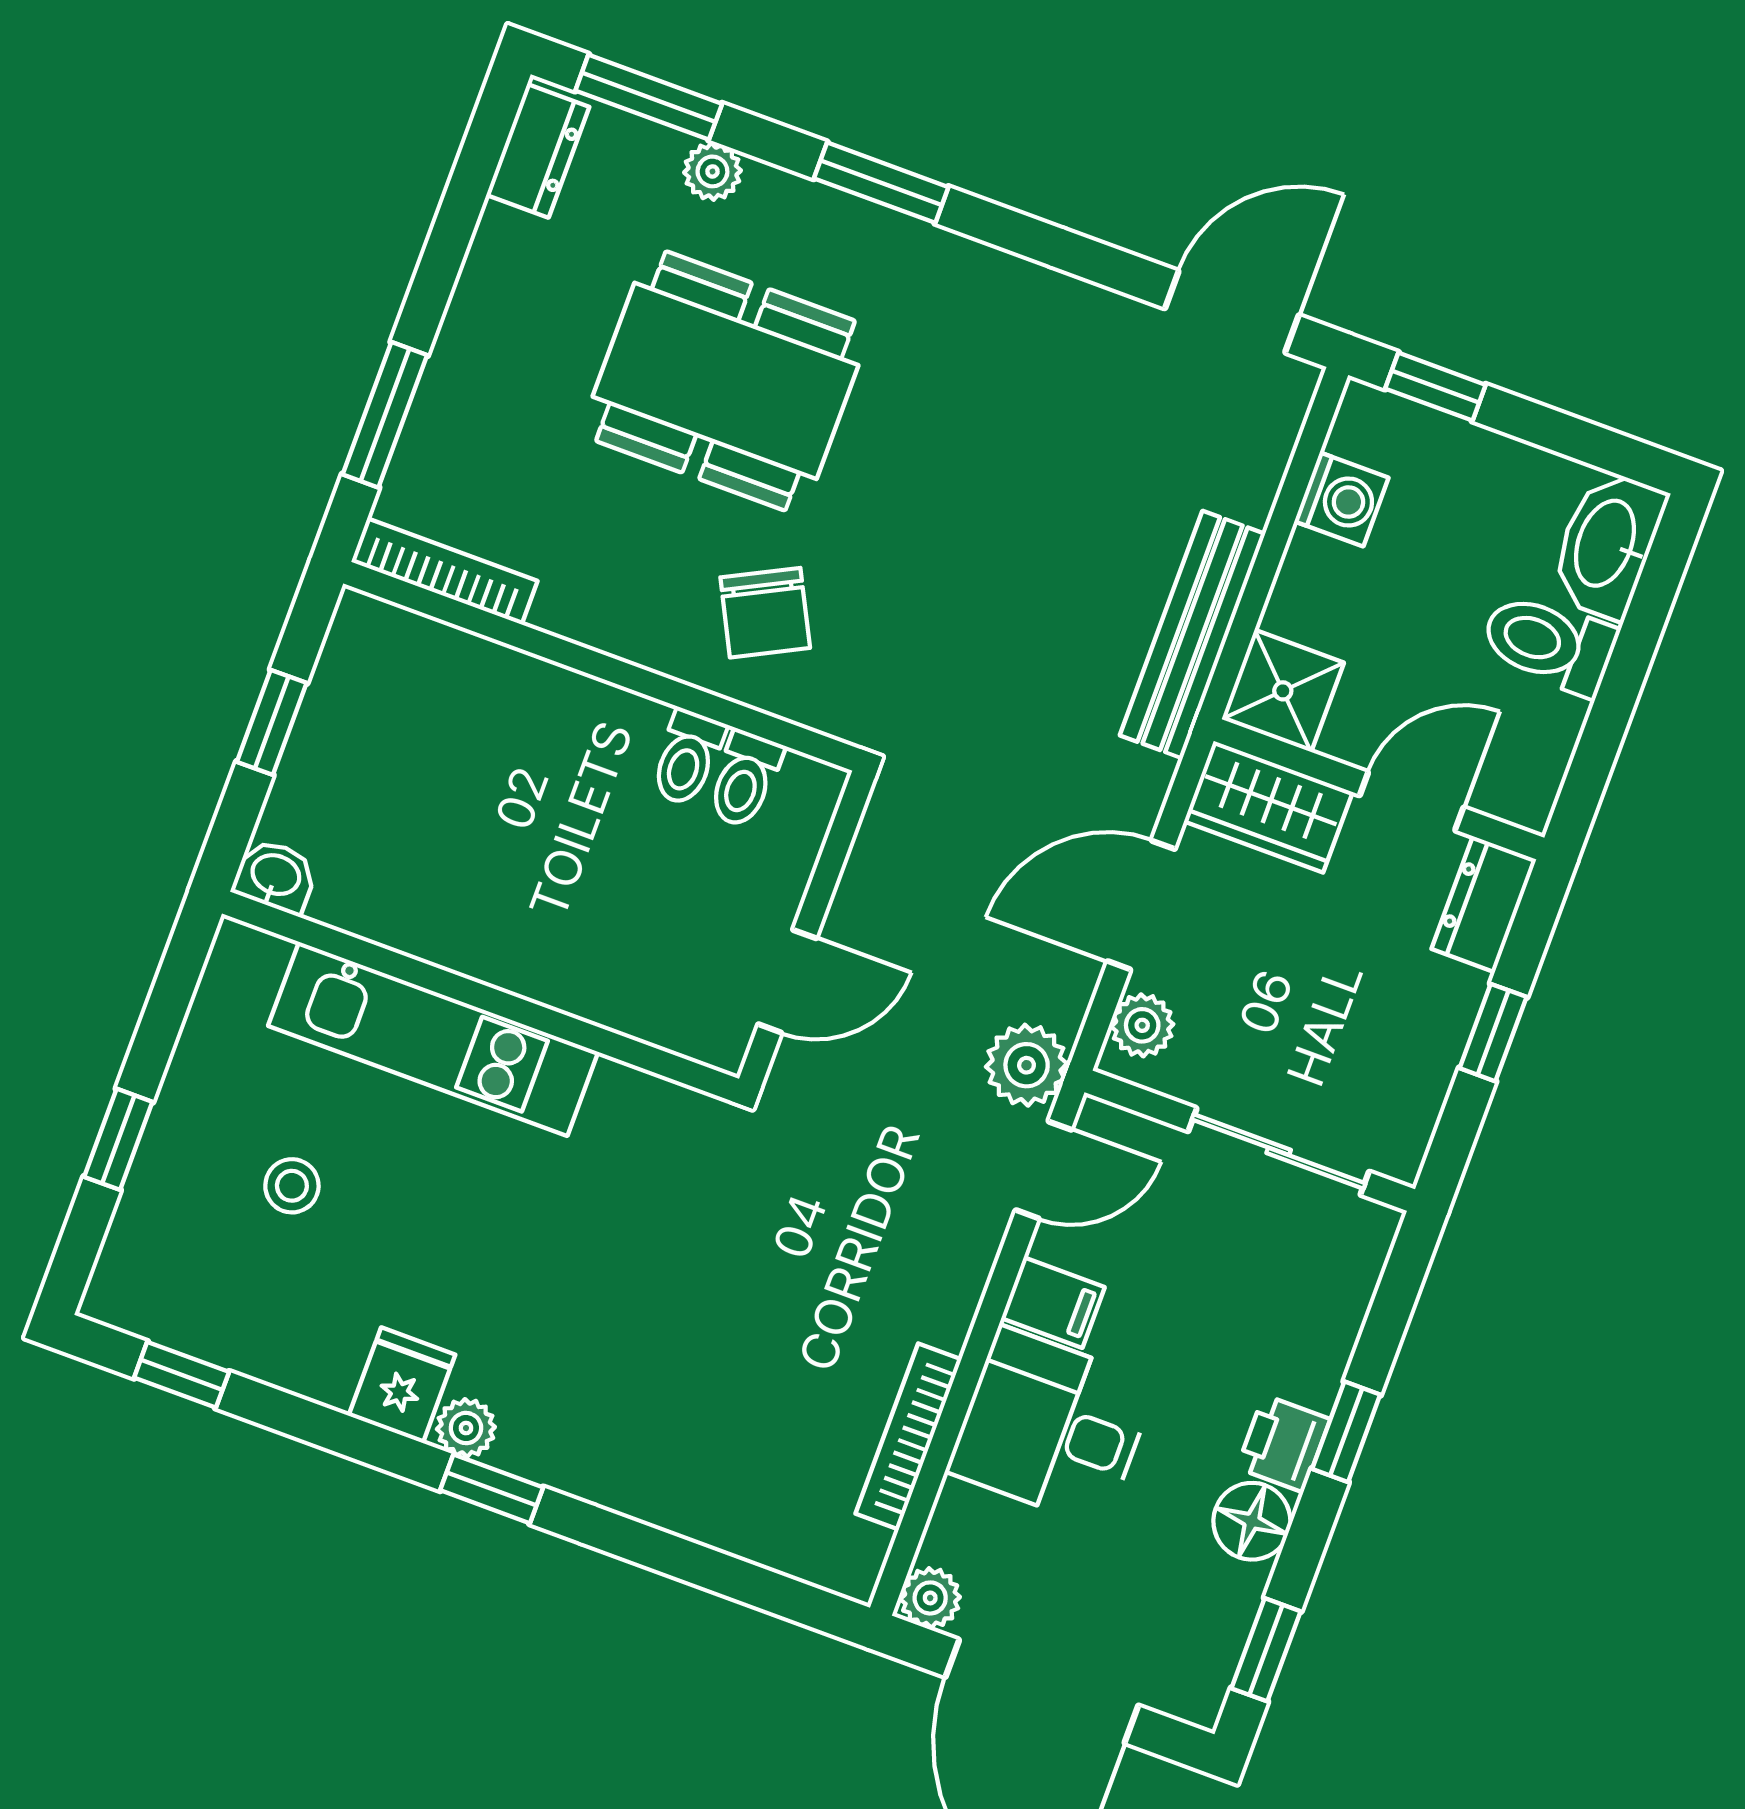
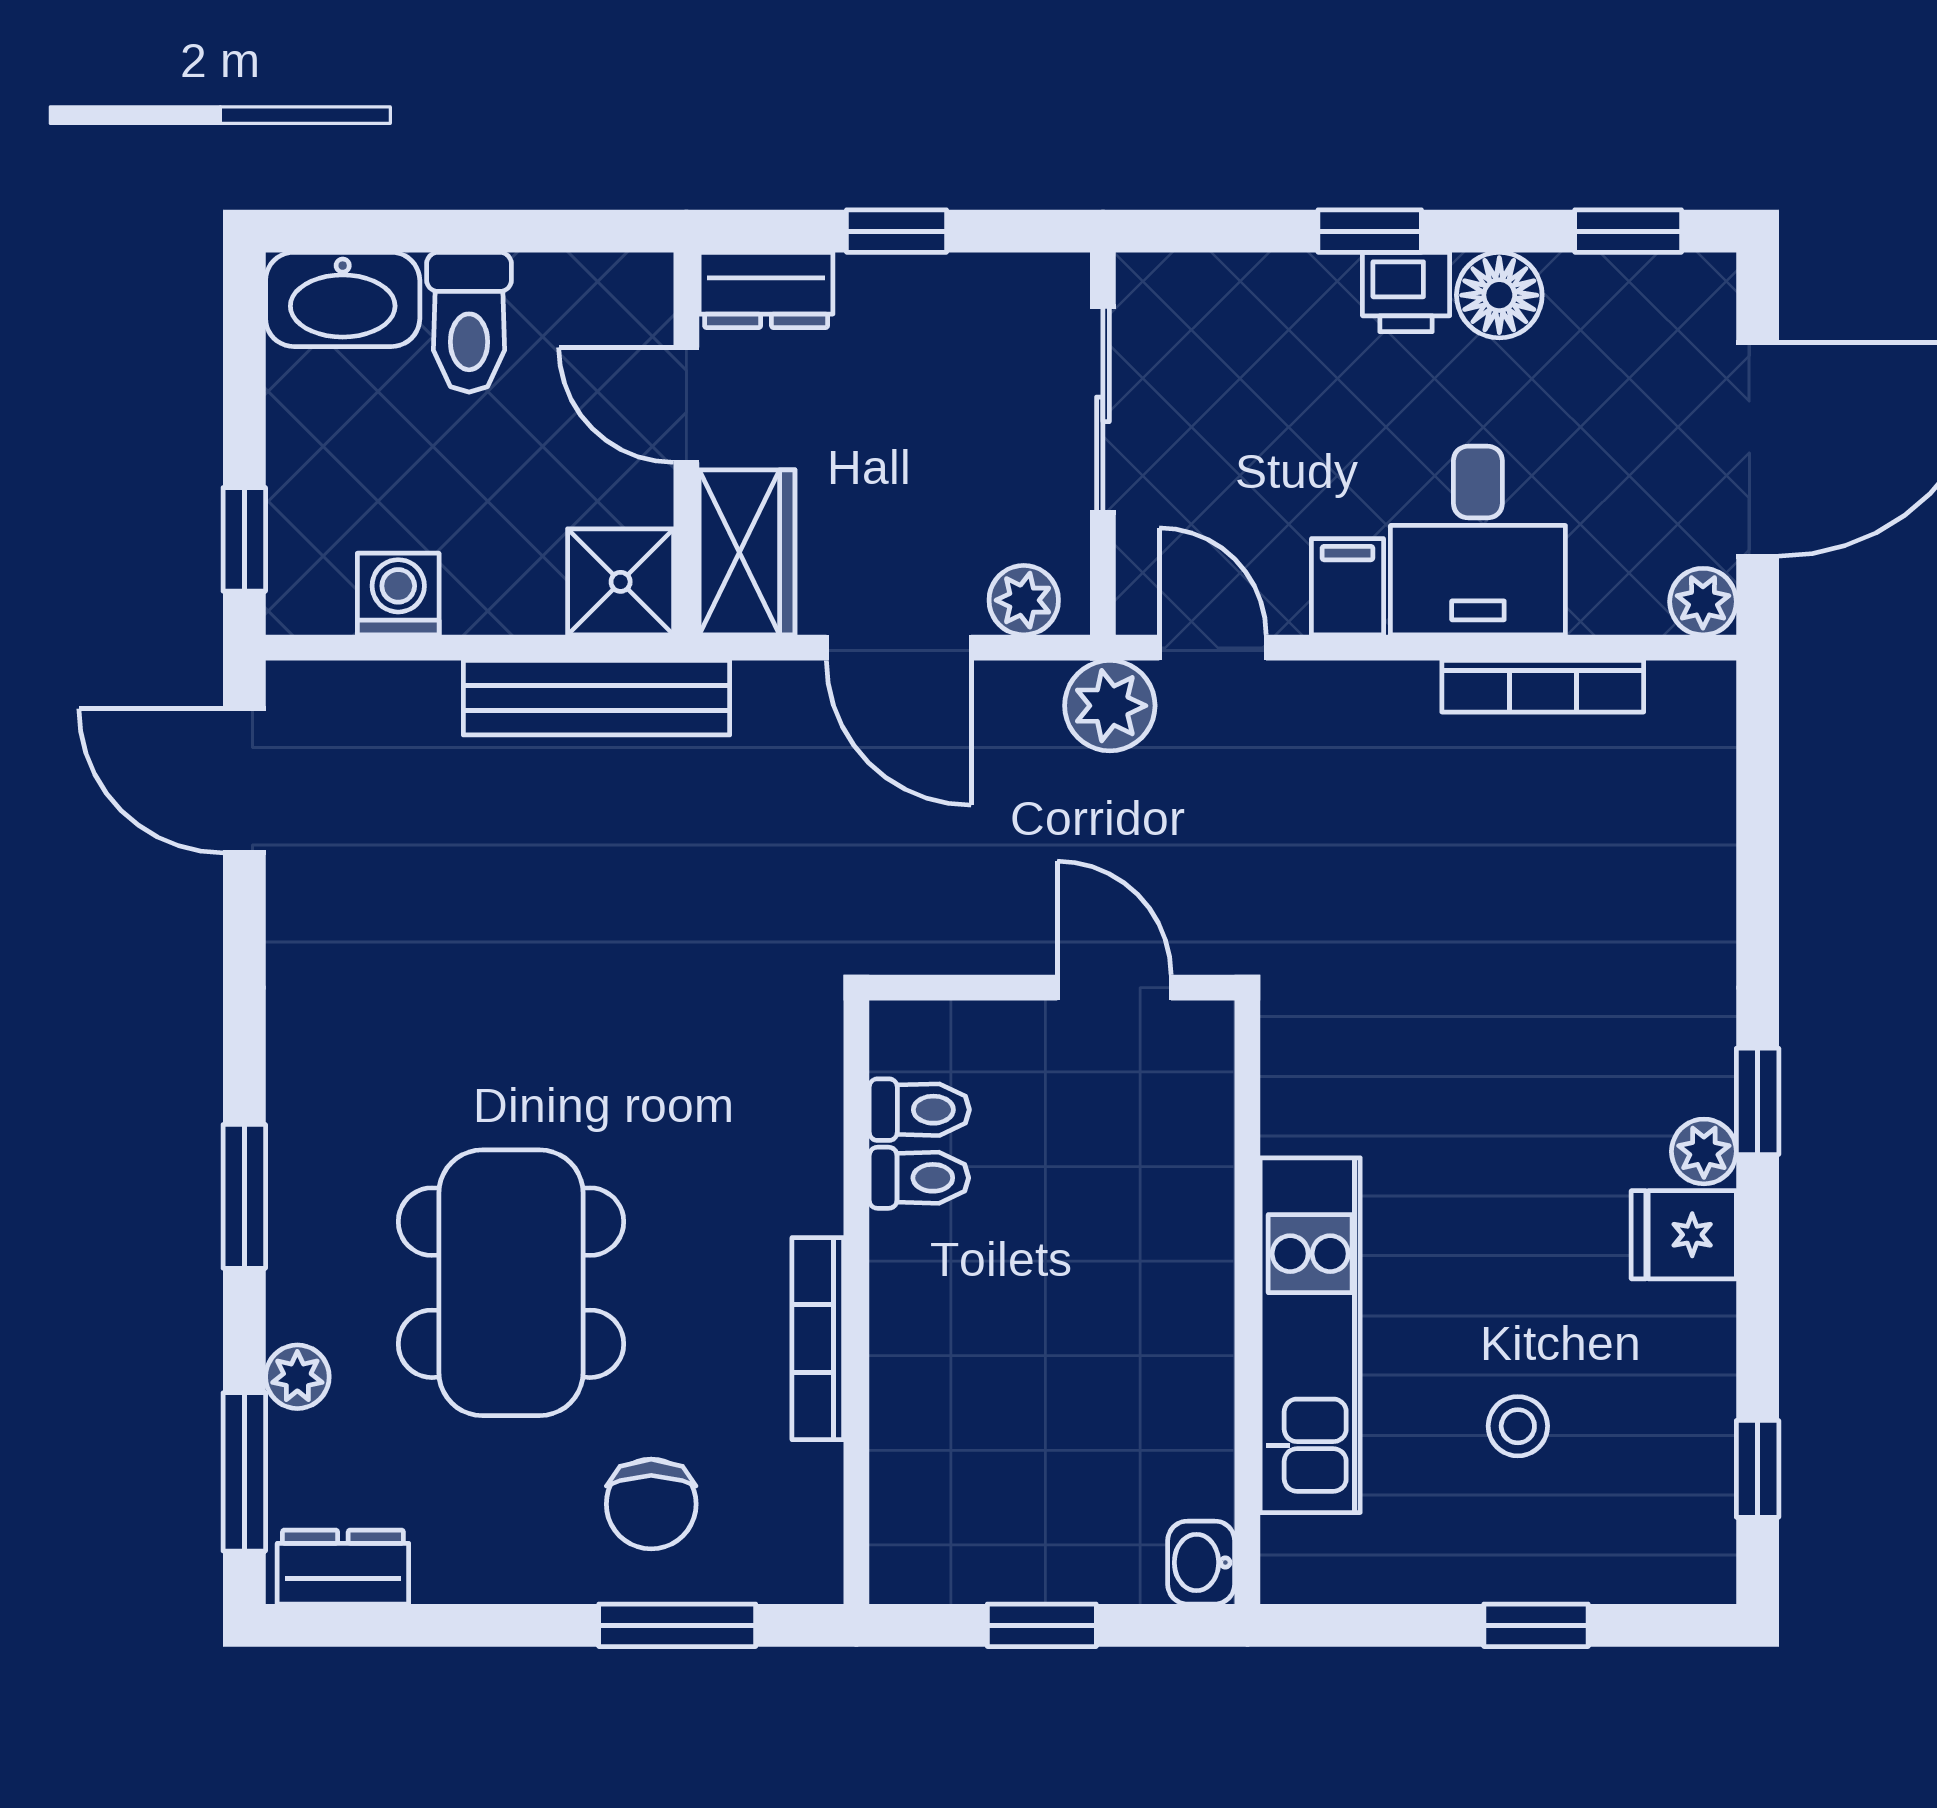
bookcase: (444, 571) -> (818, 1339), moved
chair: (765, 613) -> (651, 1504), moved, turned 117

